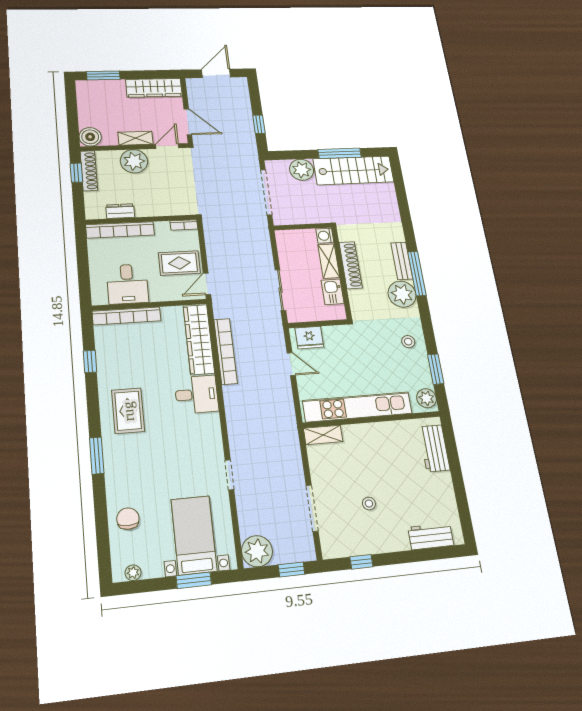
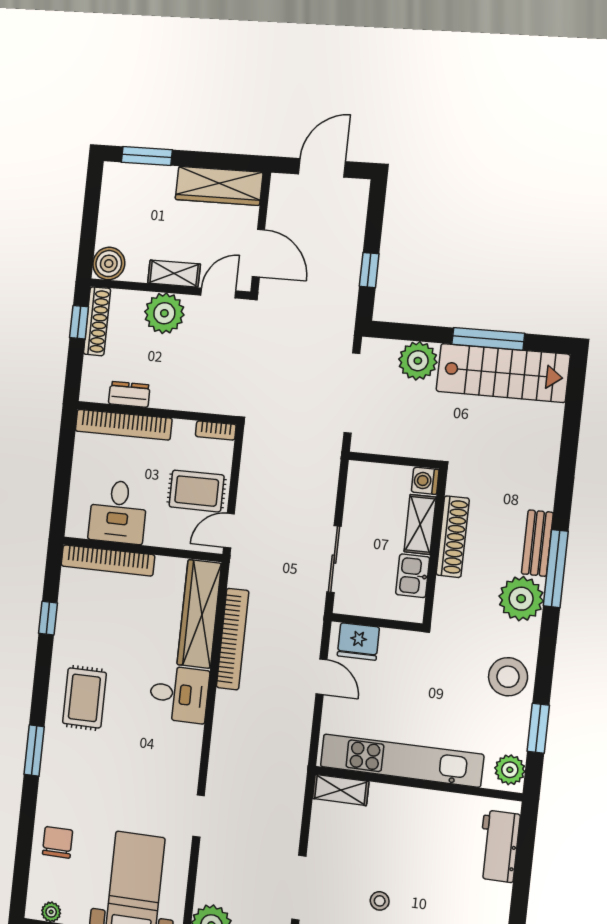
stool: (408, 342) -> (508, 677), width x1.89, depth x1.89

